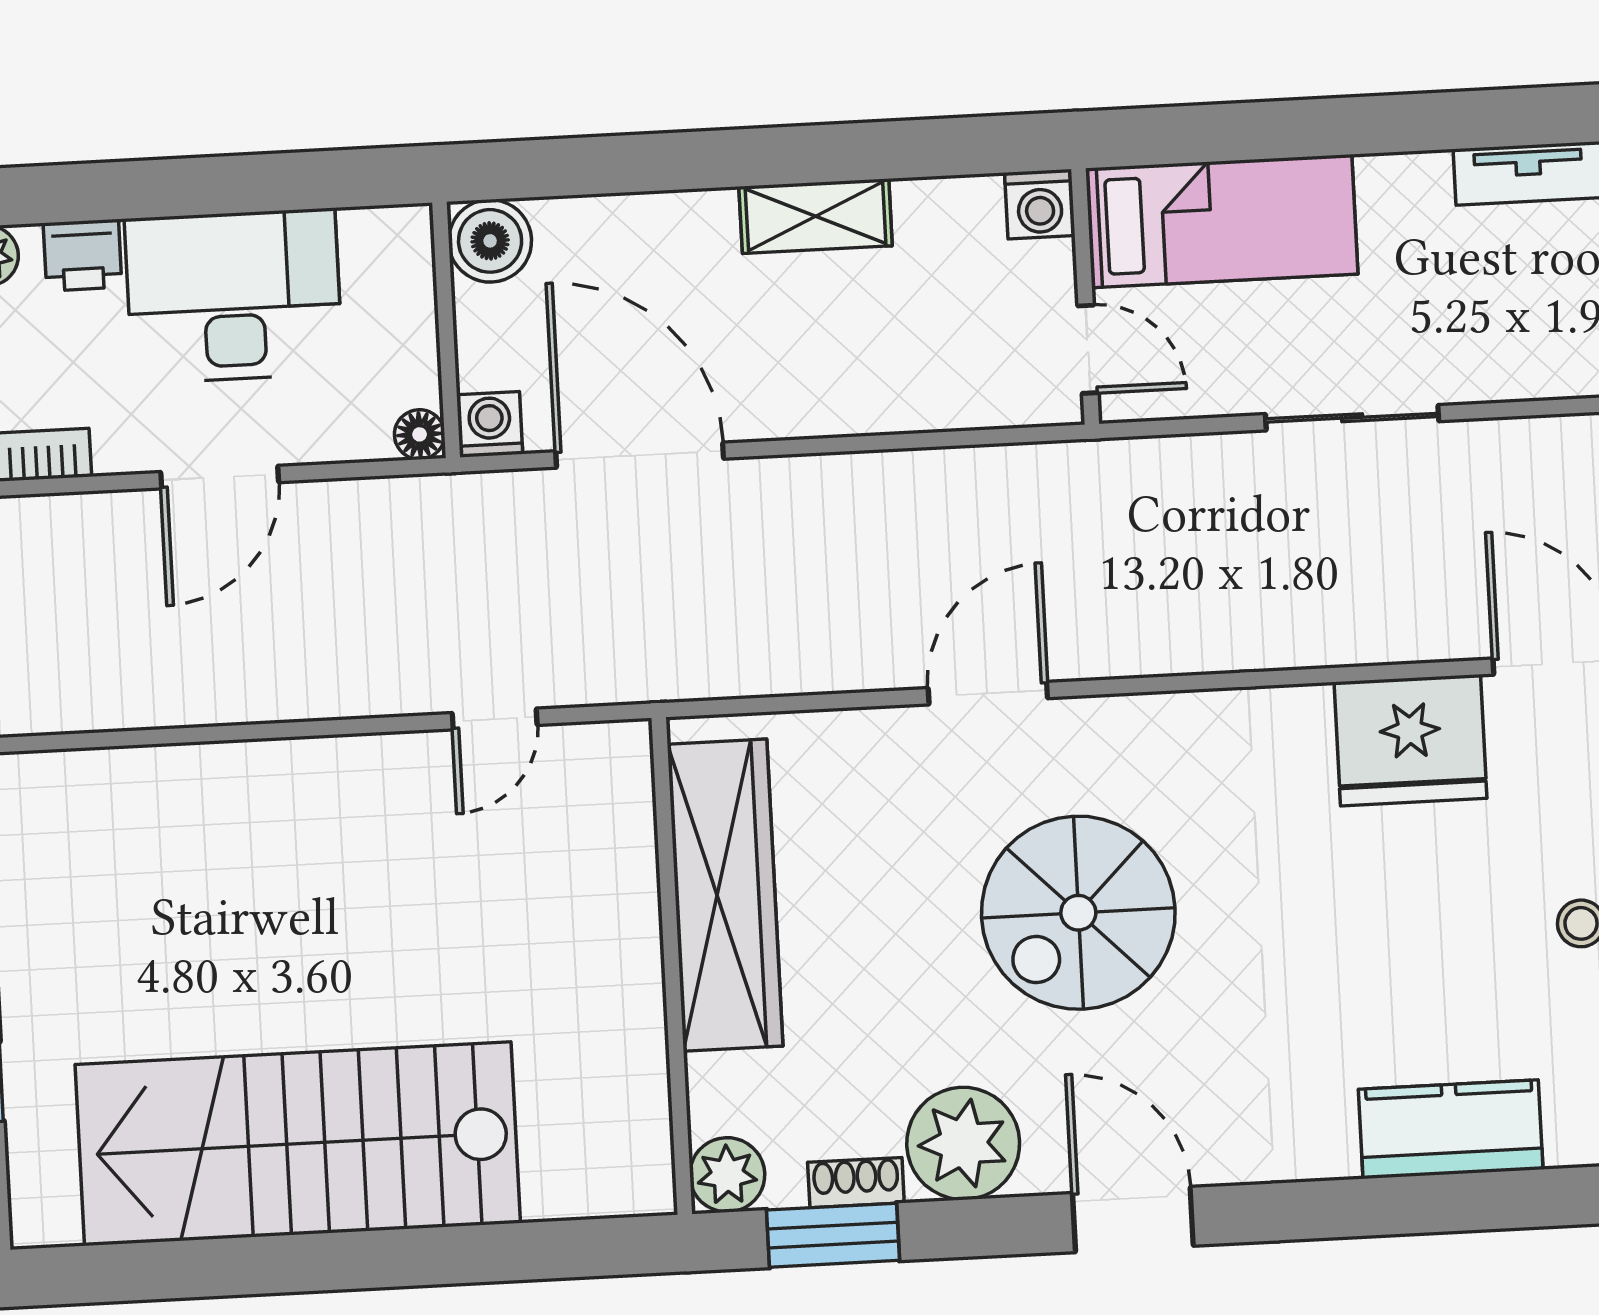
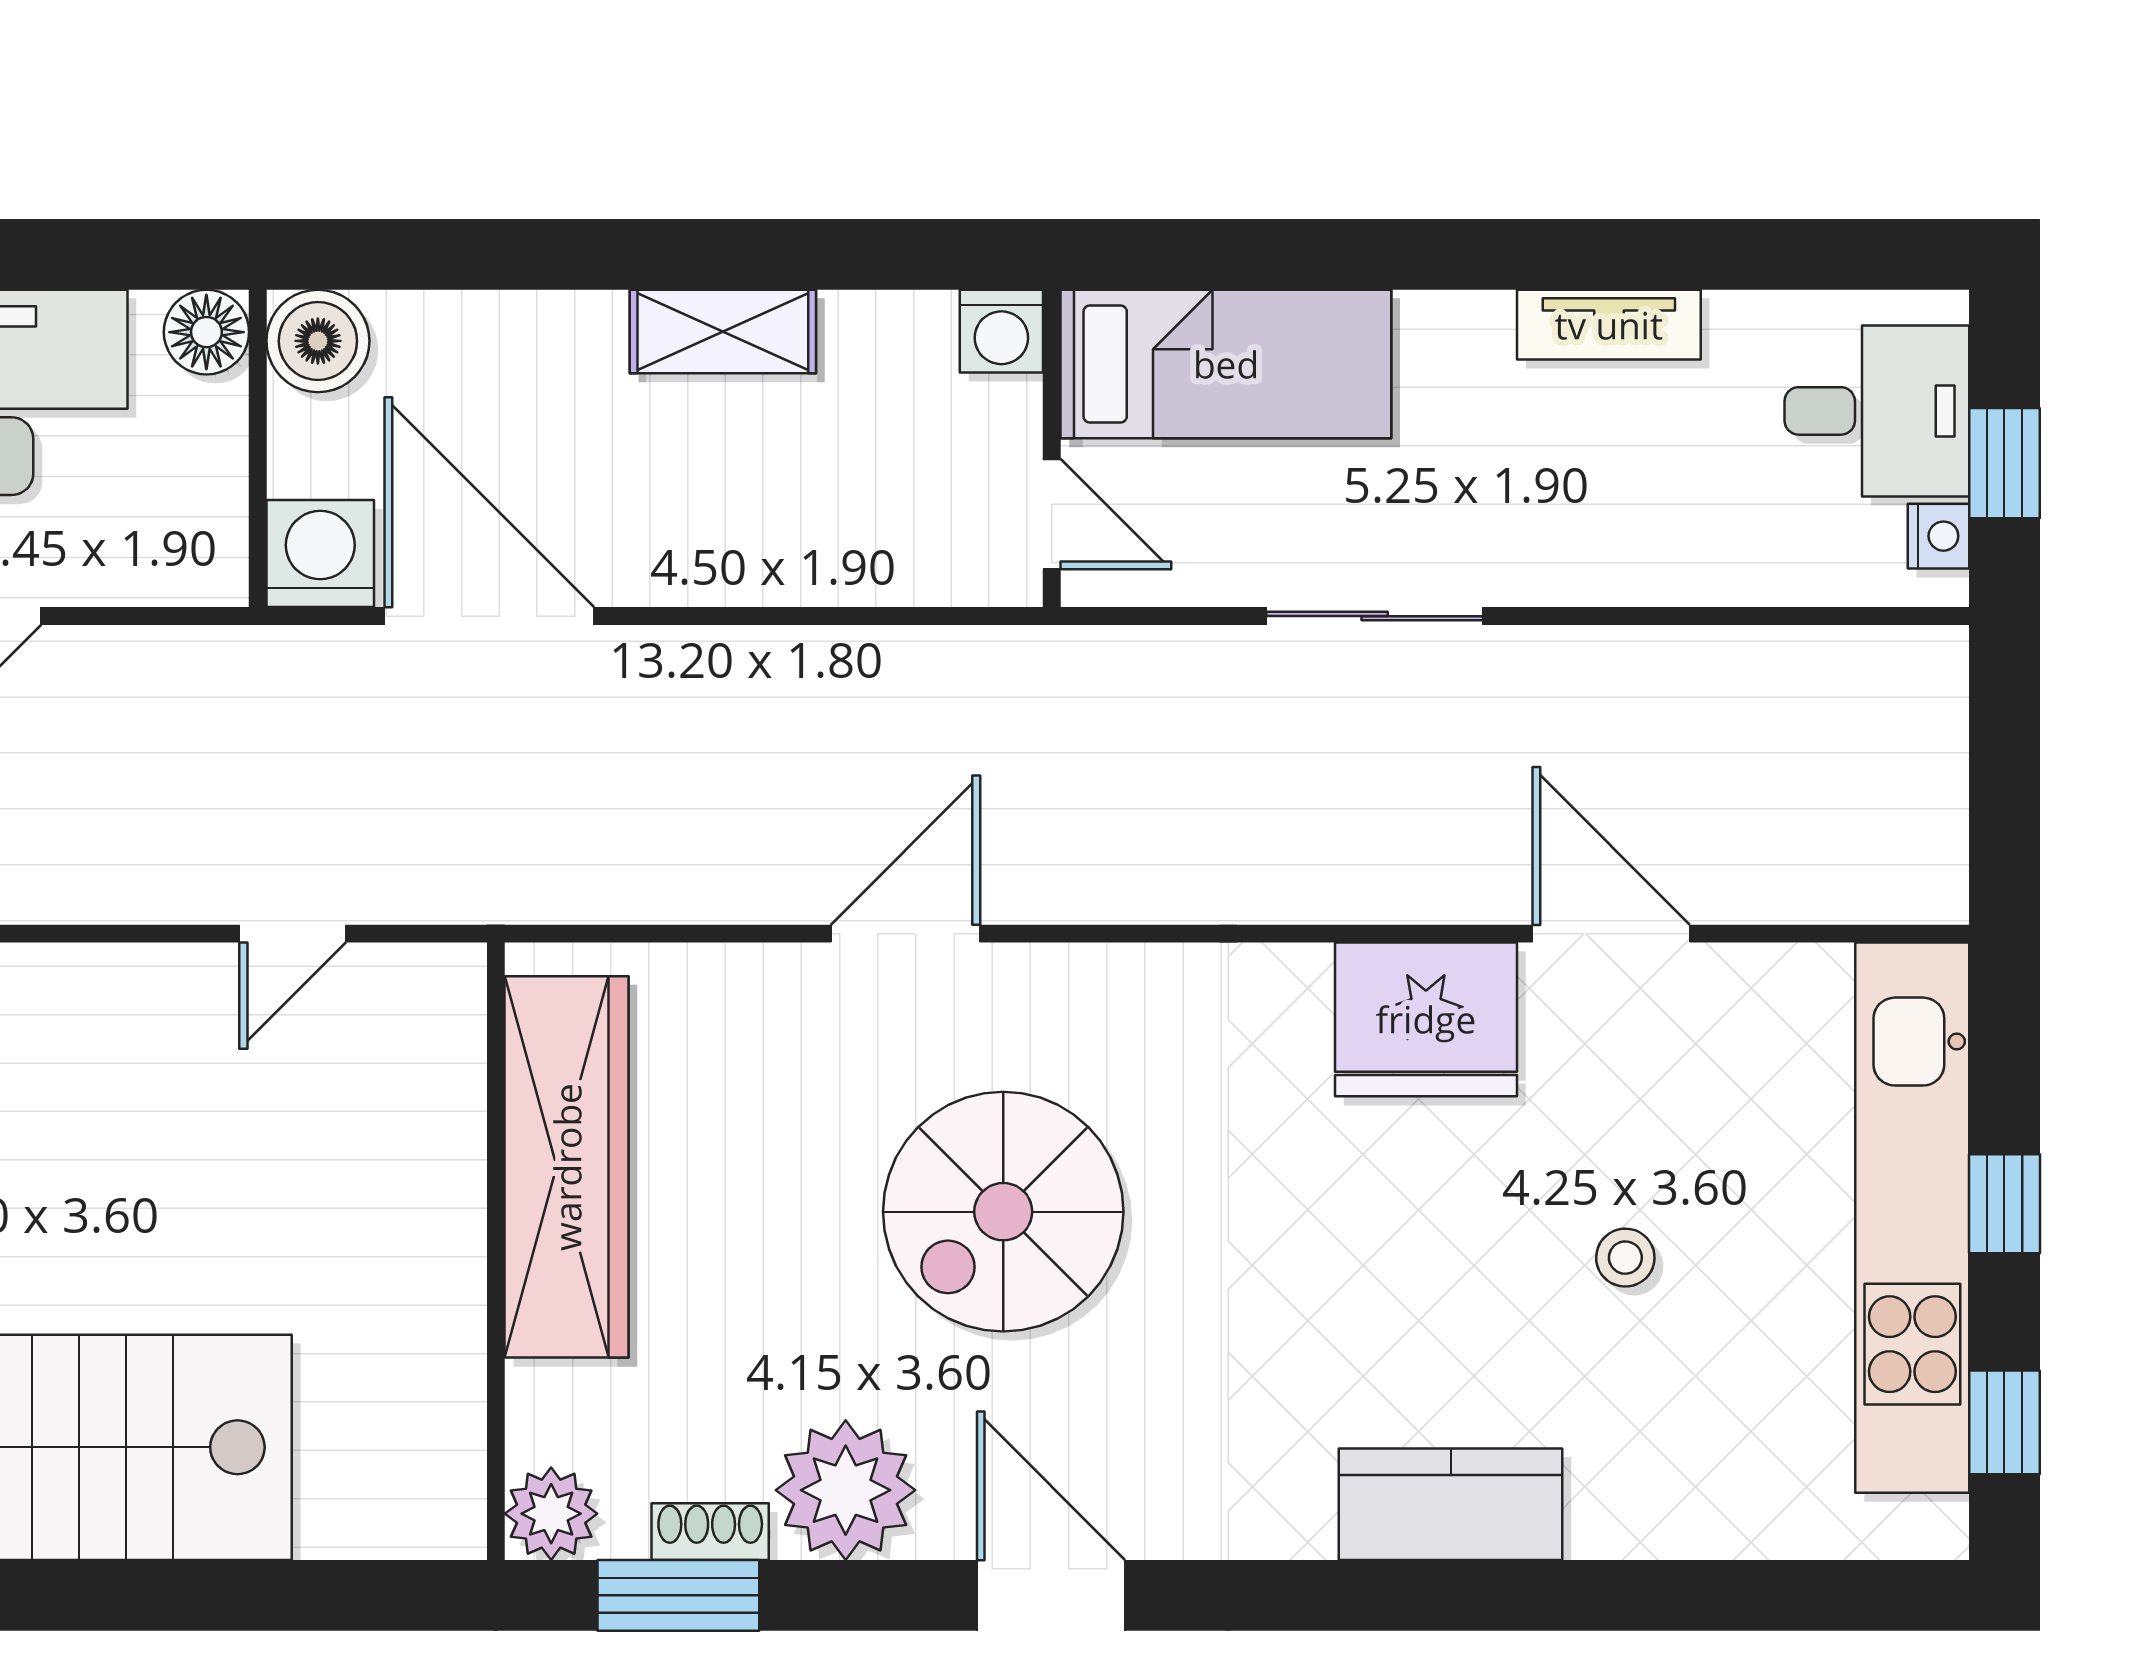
washing machine: (490, 424) -> (320, 554), width x1.38, depth x1.38
floor lamp: (420, 434) -> (206, 332), moved, width x1.37, depth x1.37

